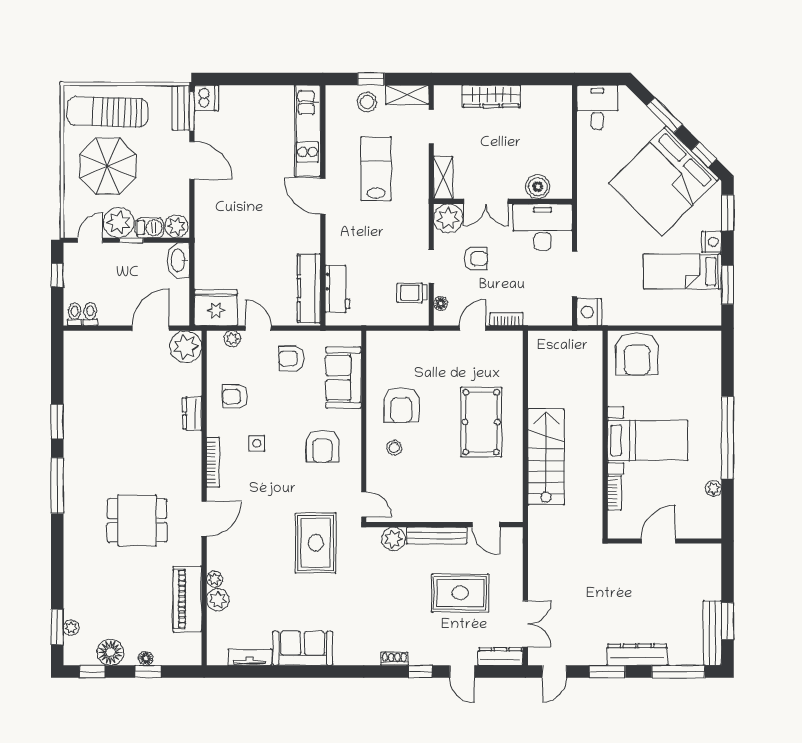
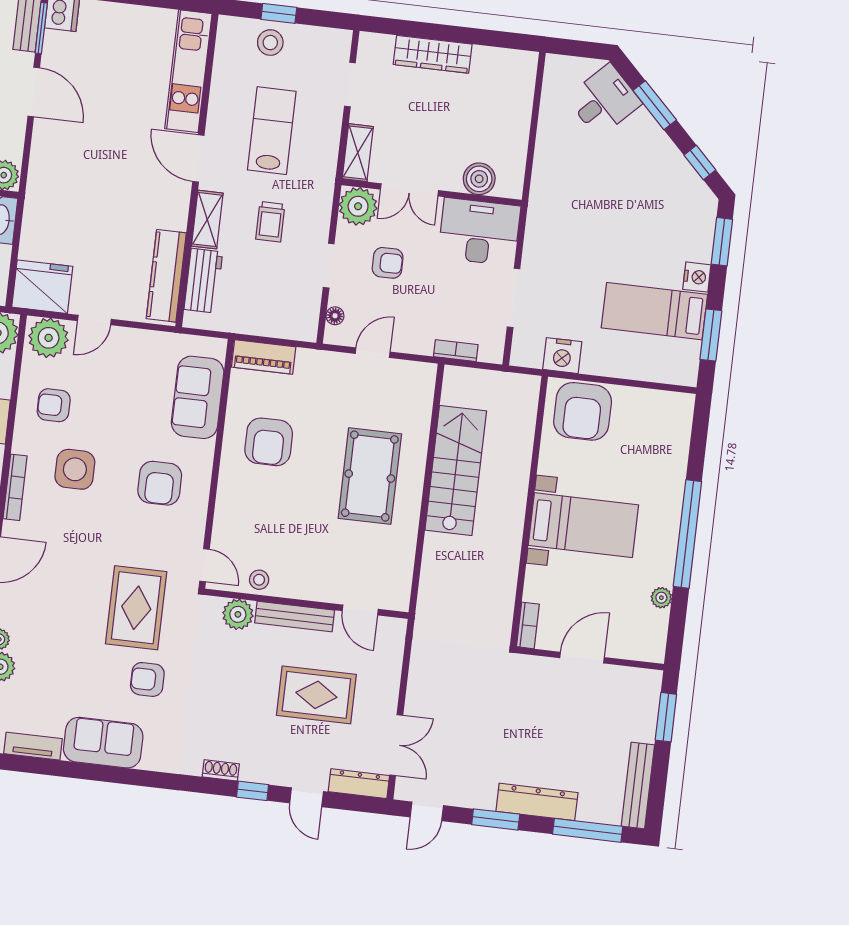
shelving: (407, 95) -> (207, 220), moved, turned 90
desk: (597, 107) -> (604, 101), moved, turned 45
bed: (664, 181) -> (644, 191), removed
trolley: (412, 293) -> (270, 222), moved, turned -90
nightstand: (589, 312) -> (562, 356), moved, turned -90
bookcase: (506, 319) -> (456, 351), moved
door: (258, 328) -> (94, 320), swing flipped
plant: (232, 339) -> (49, 338), width x1.88, depth x1.88
piano: (390, 341) -> (264, 357), added
armchair: (291, 358) -> (147, 679), moved
side table: (257, 443) -> (75, 469), width x1.87, depth x1.87
stool: (394, 448) -> (259, 580), moved
stairs: (546, 457) -> (456, 471), moved
bookcase: (615, 493) -> (528, 625), moved
window: (728, 621) -> (666, 717), moved

